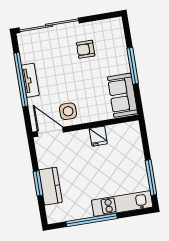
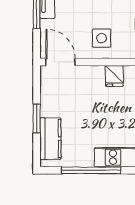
side table: (68, 111) -> (102, 38), moved
kitchen counter: (50, 186) -> (50, 139), moved

